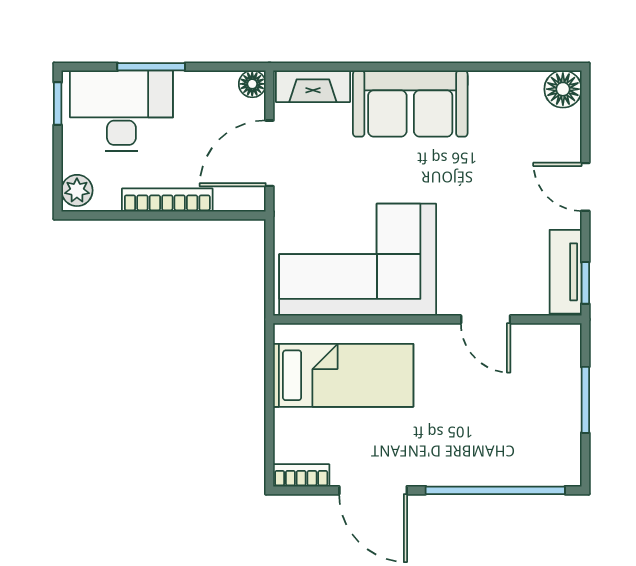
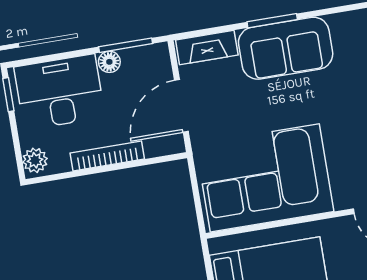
window: (151, 67) -> (126, 45), moved
window: (399, 67) -> (272, 21), added
floor lamp: (252, 84) -> (109, 62), moved

